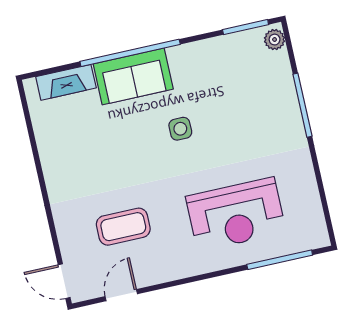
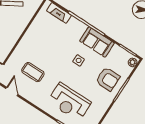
sofa: (133, 76) -> (97, 42), moved
armchair: (261, 110) -> (108, 79), added
door: (121, 295) -> (12, 91), hinge flipped

